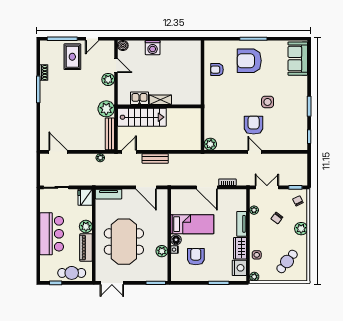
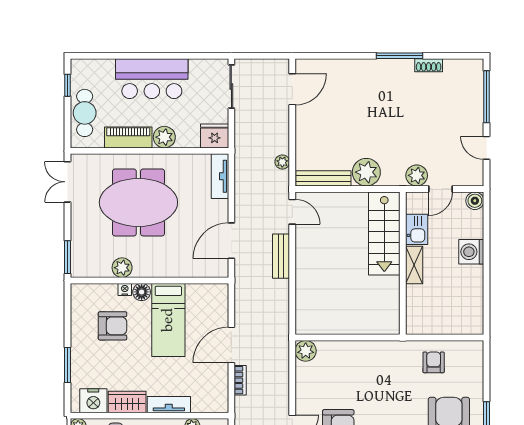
rug: (72, 57) -> (456, 114), removed
kitchen sink: (140, 98) -> (417, 229), moved
shelving: (160, 100) -> (414, 265), moved
wall: (159, 106) -> (403, 263), moved
stairs: (142, 117) -> (384, 233), moved

